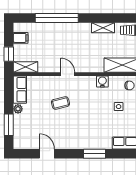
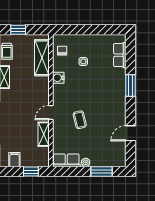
shelving: (26, 67) -> (44, 134), moved

